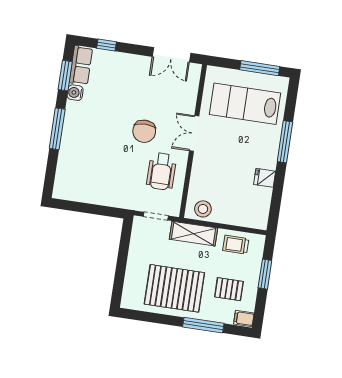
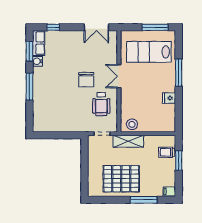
trolley: (236, 245) -> (167, 152), moved
pallet: (229, 289) -> (157, 174), removed

